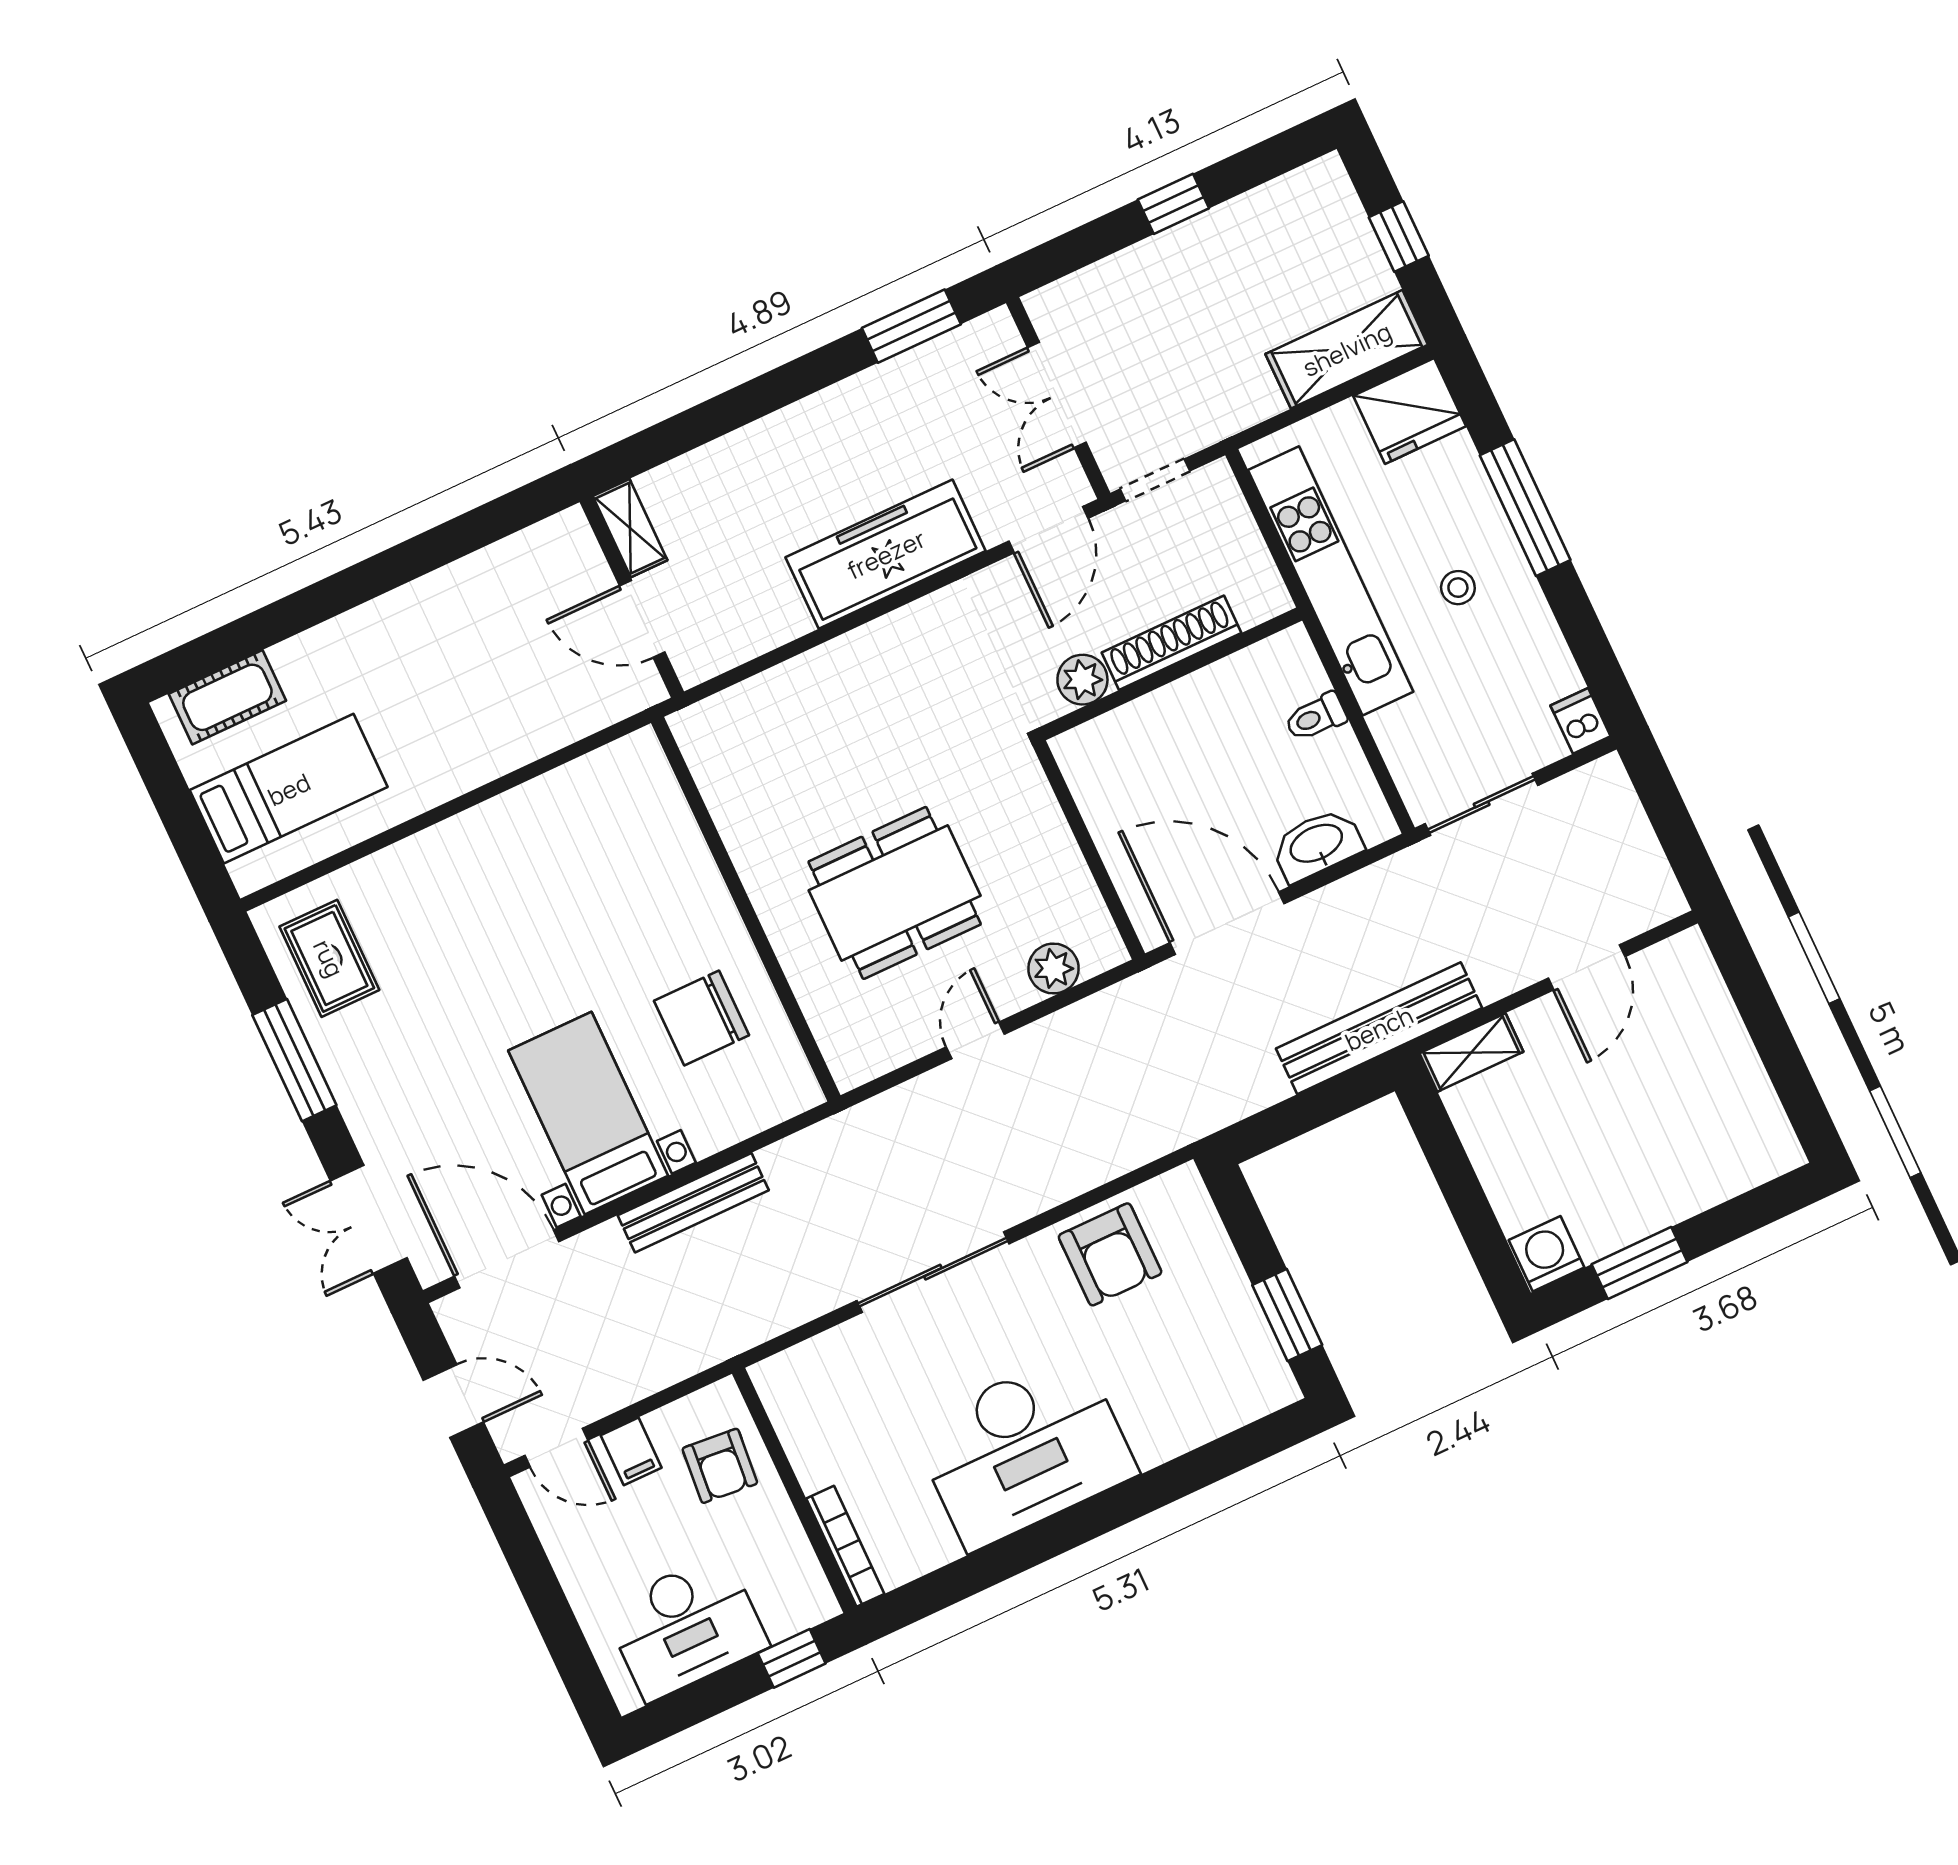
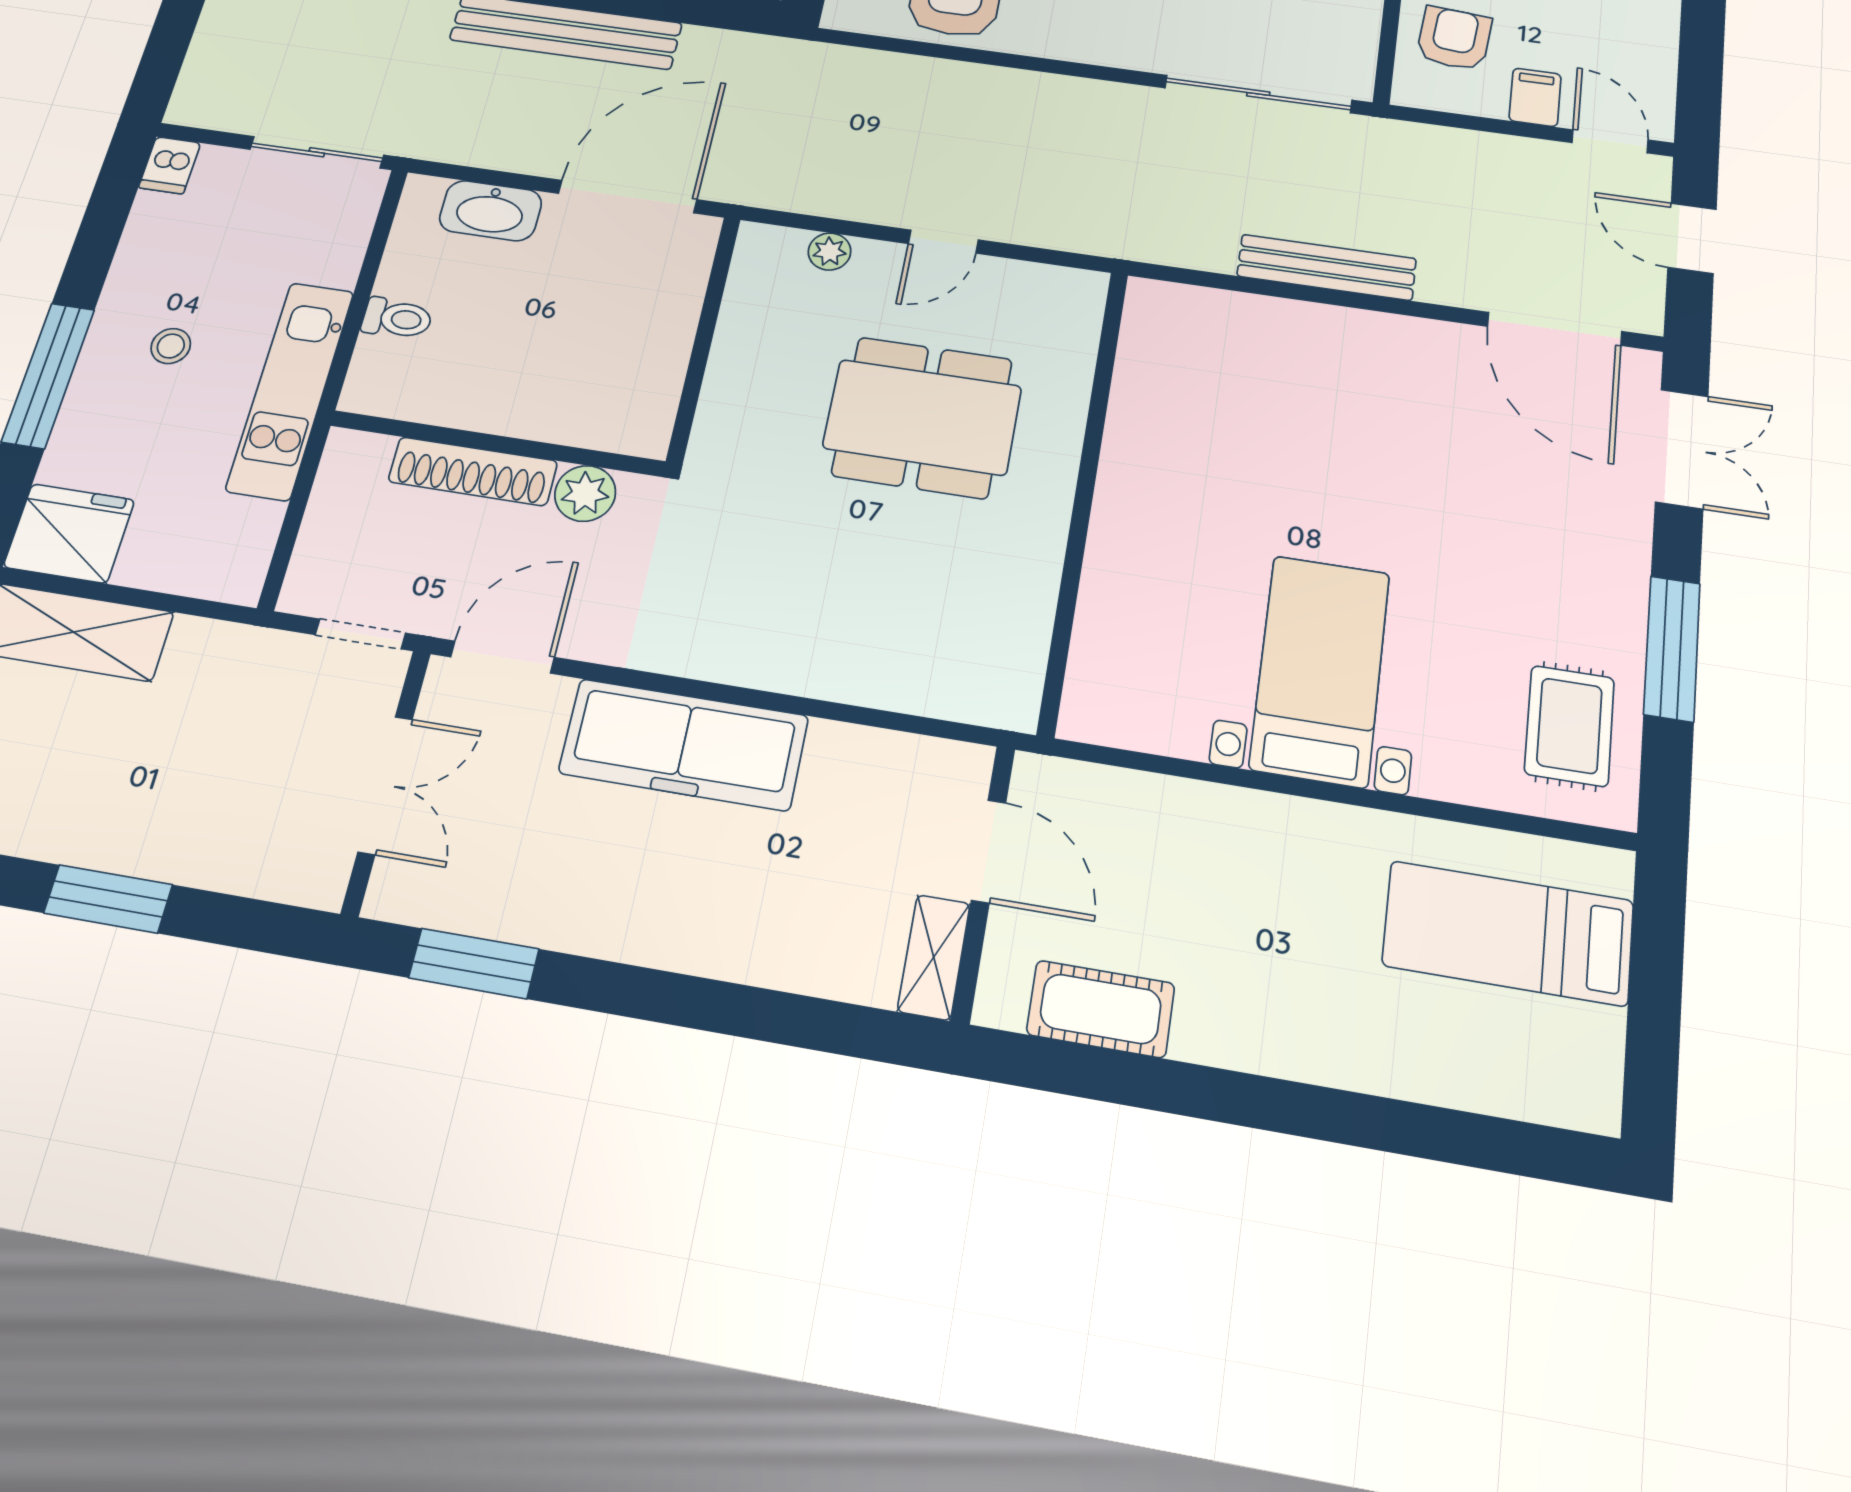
window: (1173, 204) -> (108, 899), width x1.50
kitchen unit: (1331, 581) -> (290, 390), width x0.73
cot: (227, 697) -> (1101, 1009), moved
door: (1227, 923) -> (628, 197), swing flipped
plant: (1054, 968) -> (830, 252), width x0.73, depth x0.73
chair: (702, 1018) -> (1202, 424), removed
bed with nightstands: (588, 1113) -> (1320, 670), moved, turned 180
sliding door: (933, 1272) -> (1258, 94), moved

